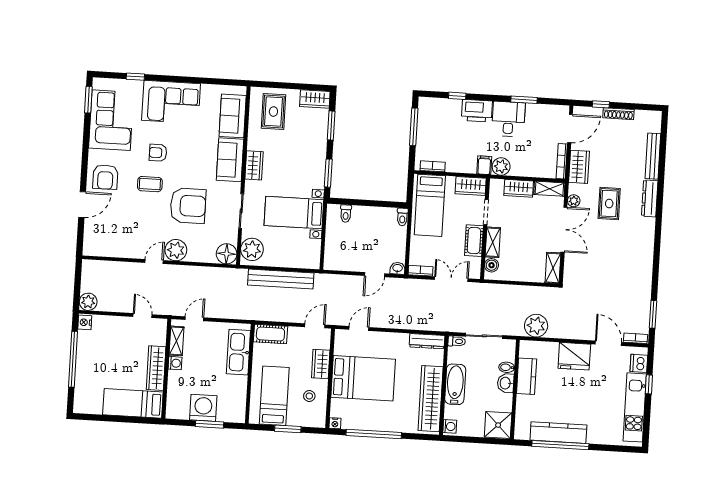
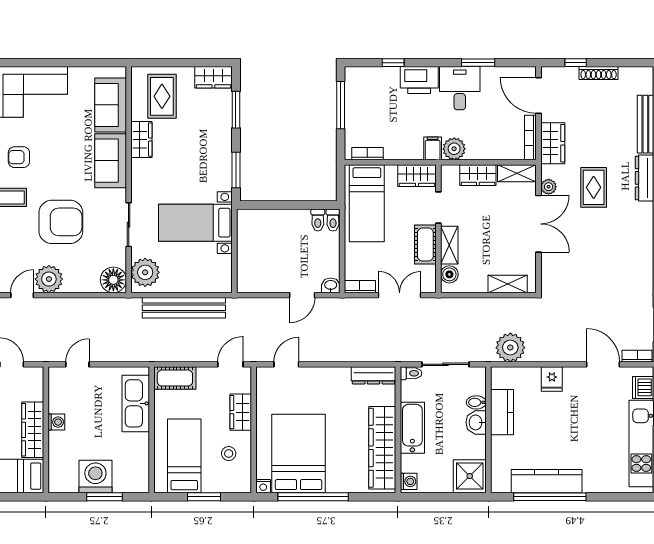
door: (570, 129) -> (538, 96), swing flipped
wardrobe: (254, 165) -> (141, 140), moved
toilet: (346, 214) -> (318, 220), moved
shelving: (553, 268) -> (508, 284), moved, turned 90
shelving: (176, 341) -> (56, 394), removed
fridge: (574, 356) -> (552, 379), width x0.53, depth x0.75
bed: (363, 378) -> (298, 453), moved, turned -90

